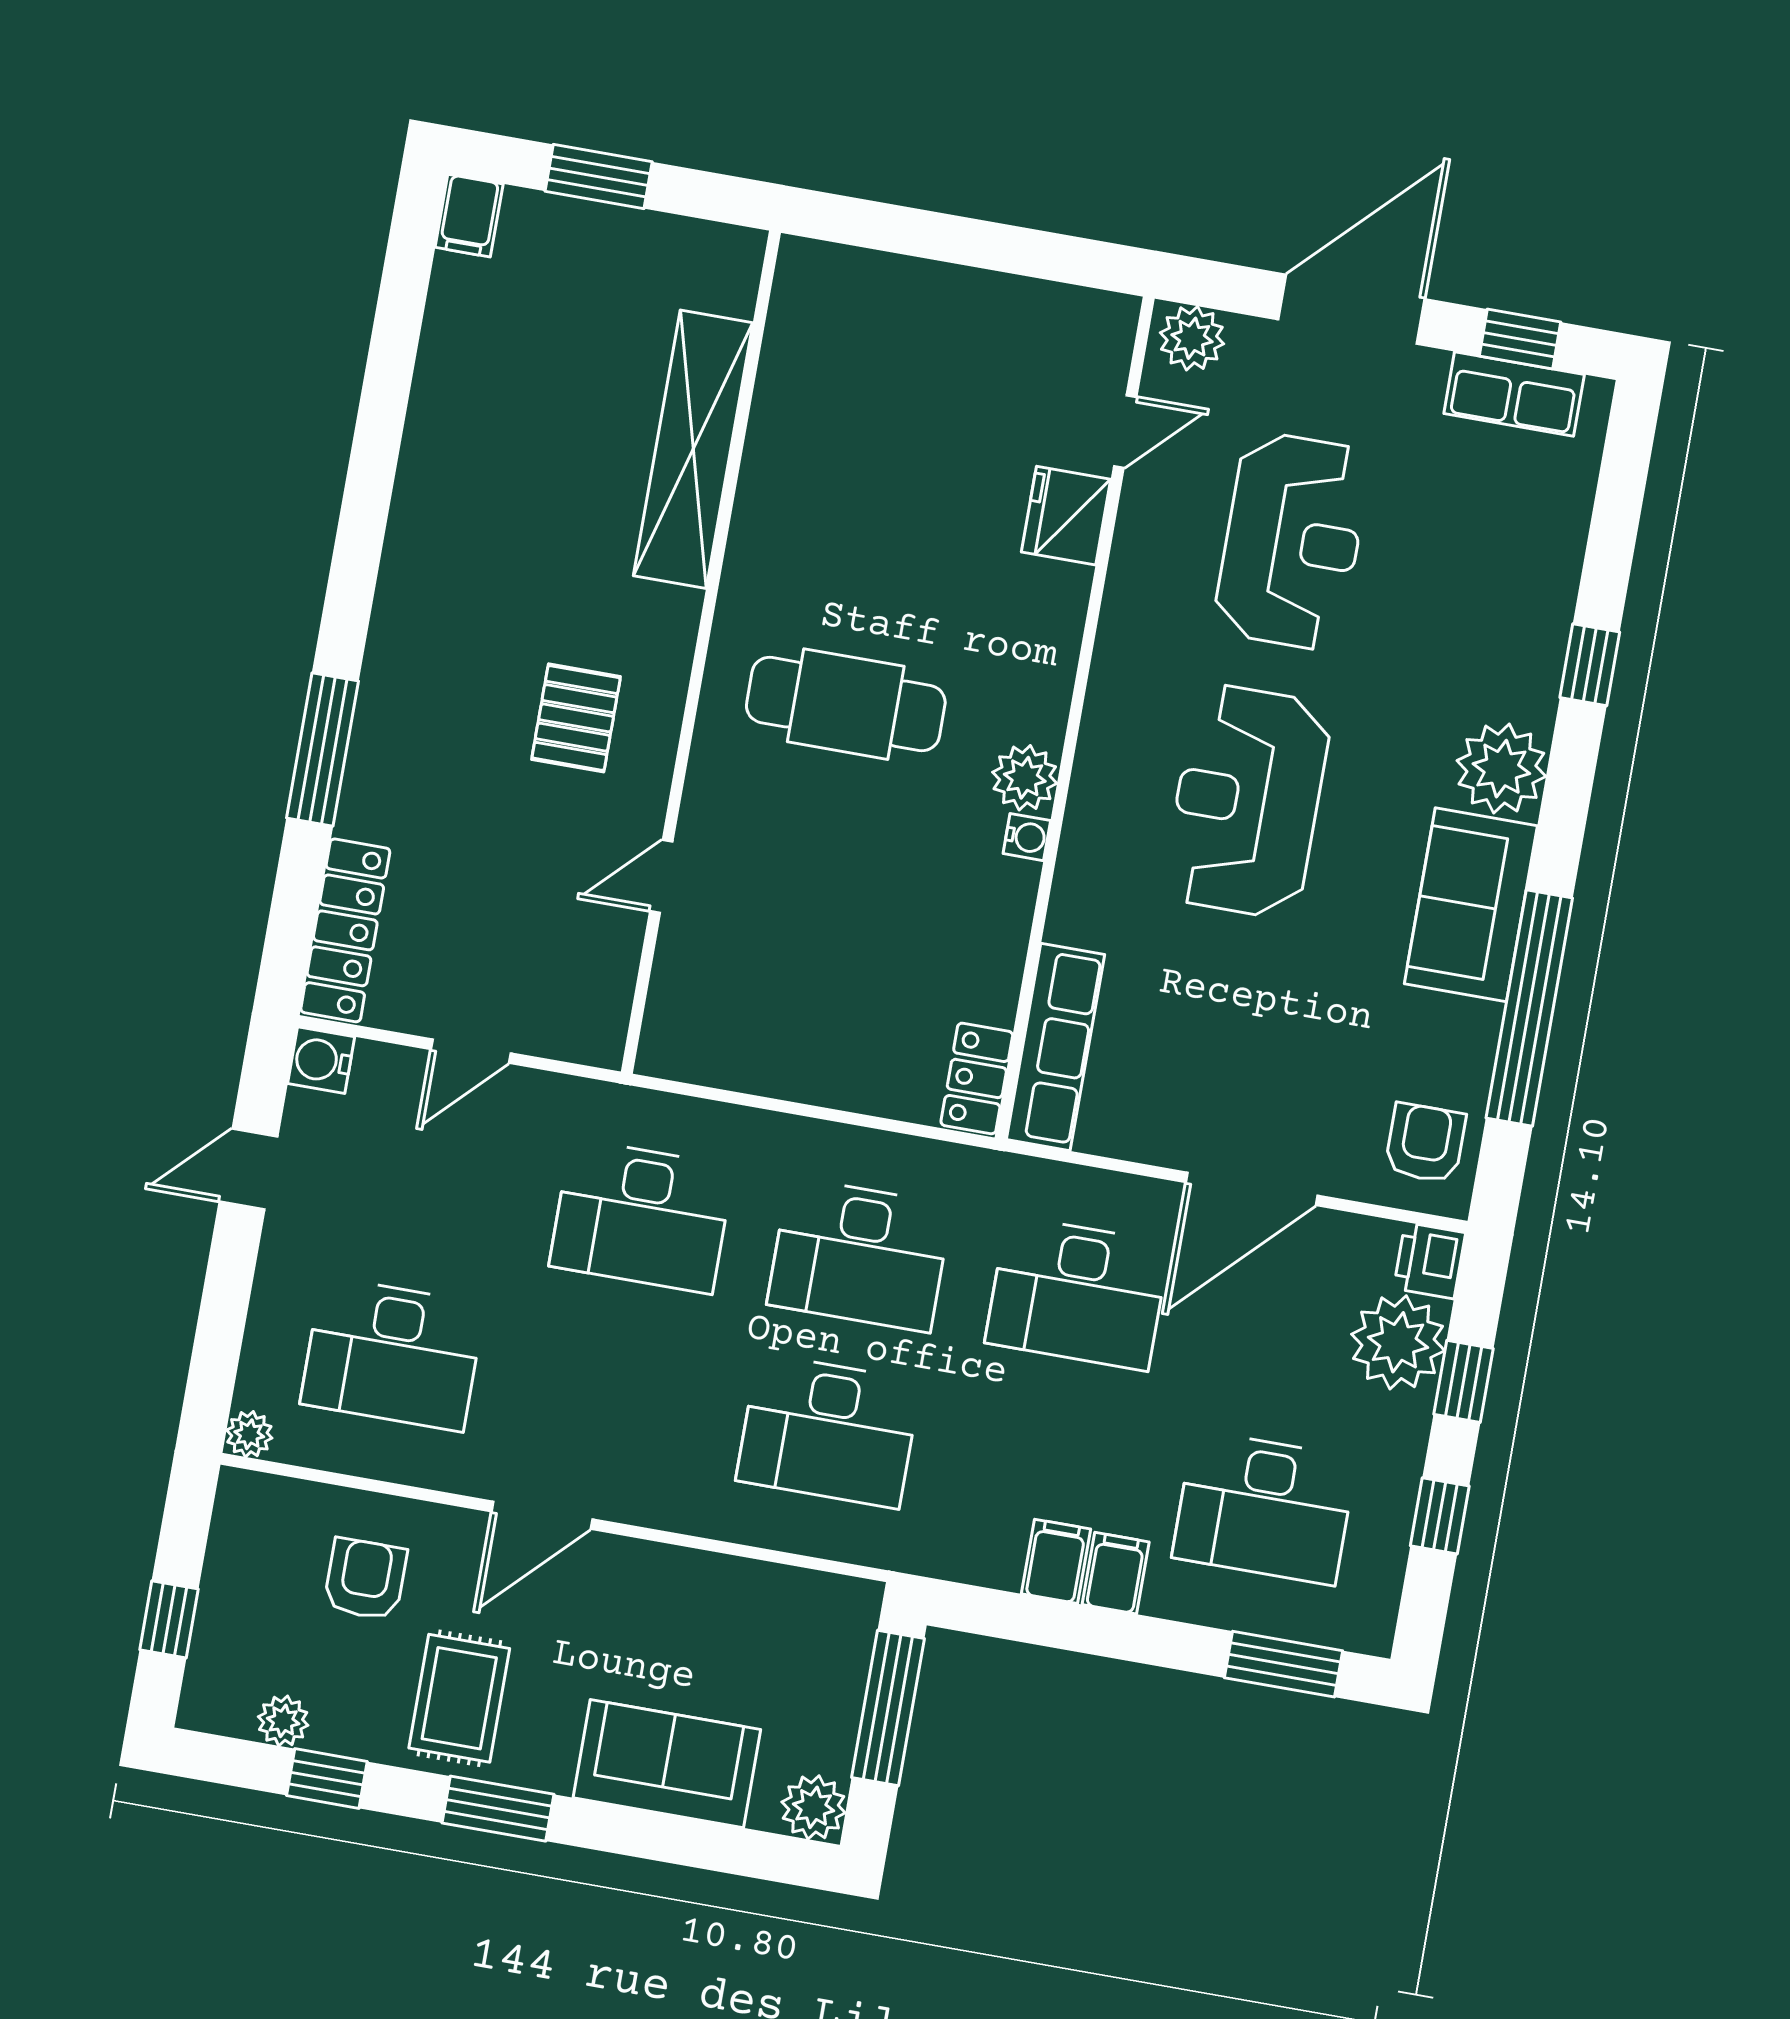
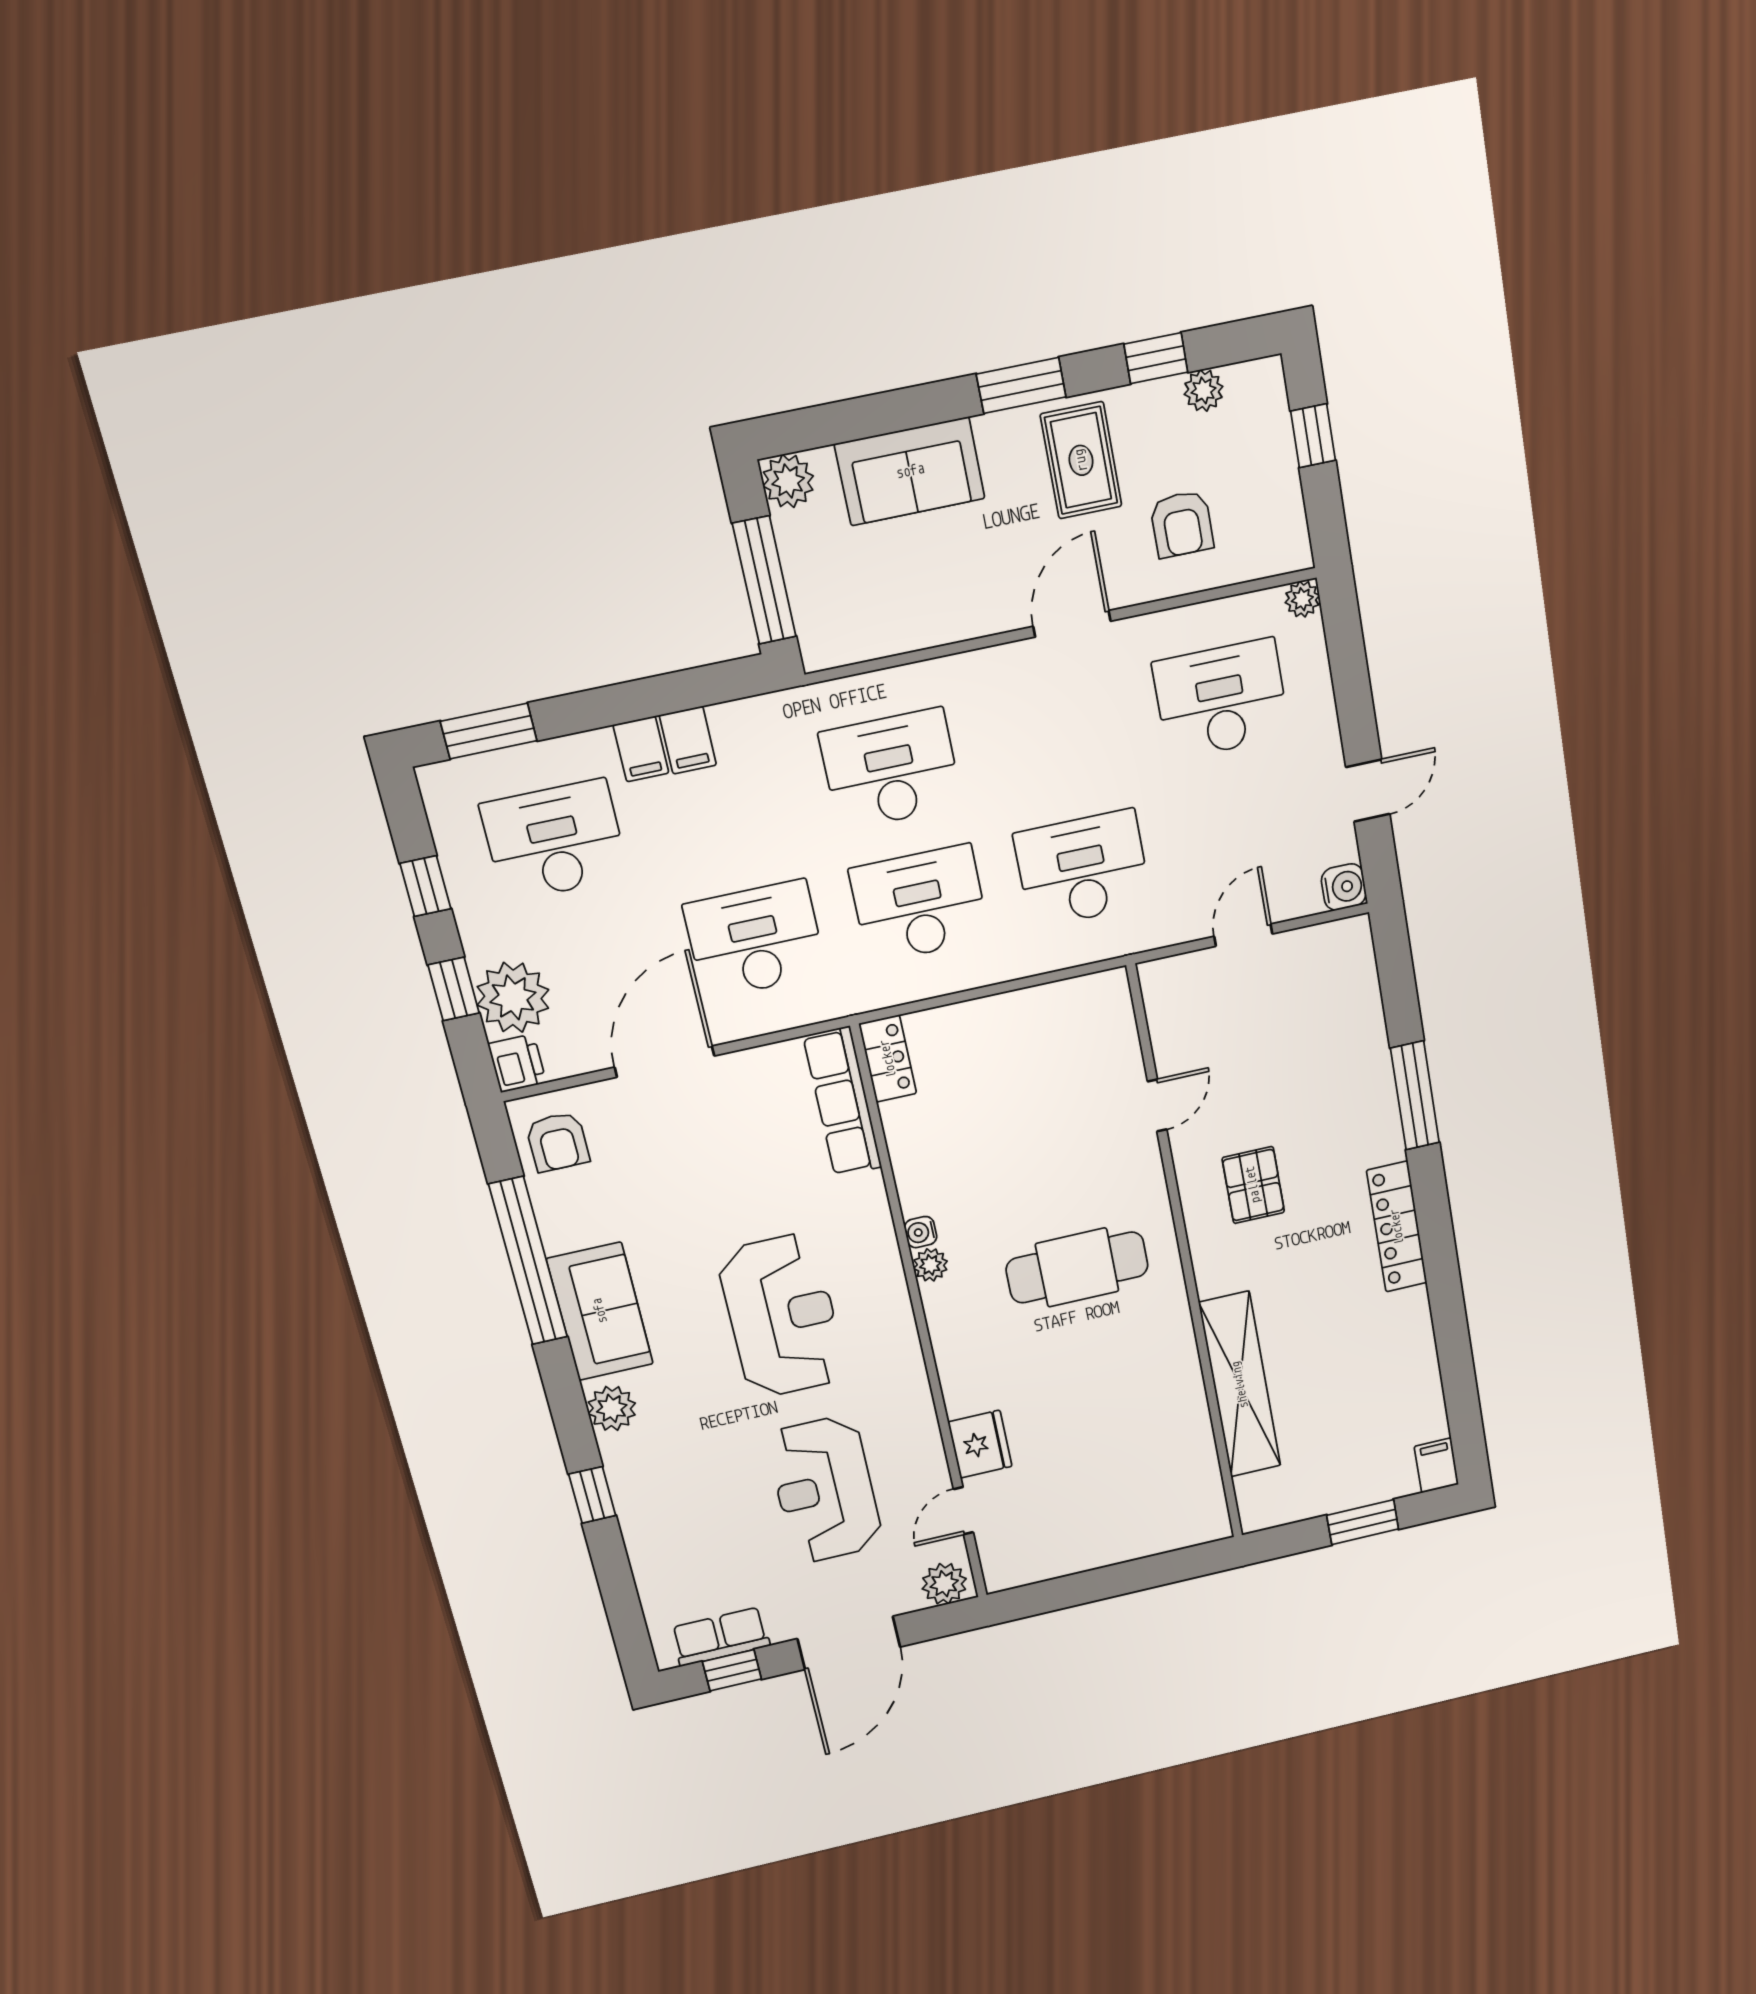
plant: (1501, 769) -> (612, 1408), width x0.73, depth x0.73
plant: (1025, 778) -> (930, 1265), width x0.73, depth x0.73
locker: (345, 930) -> (1397, 1227), moved

